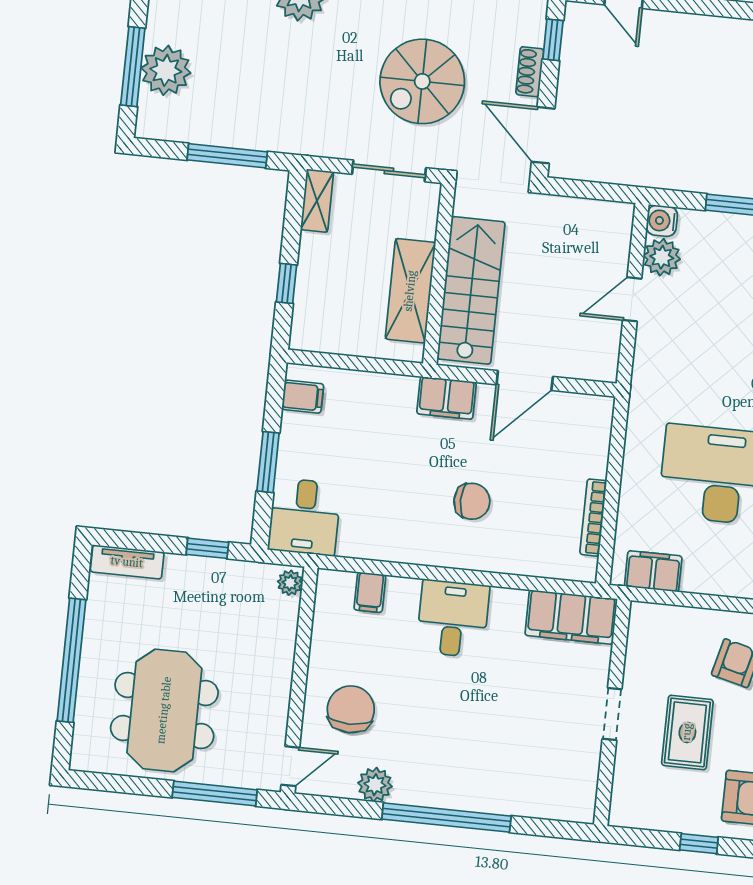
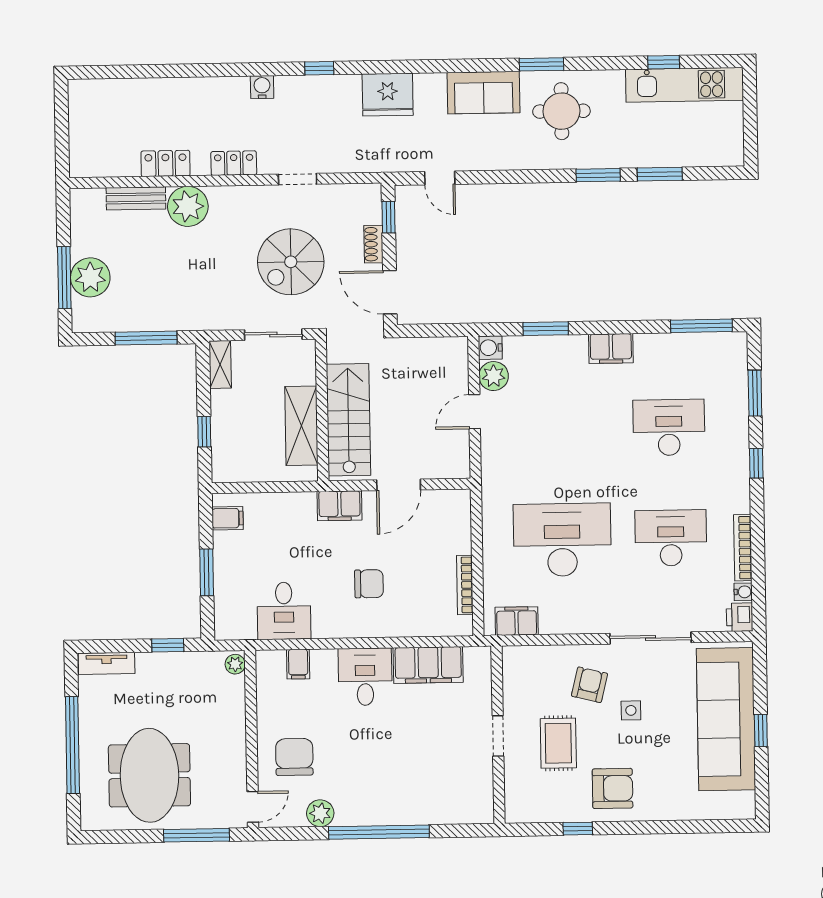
desk: (304, 517) -> (284, 611), moved
filing cabinet: (571, 617) -> (428, 665), moved

